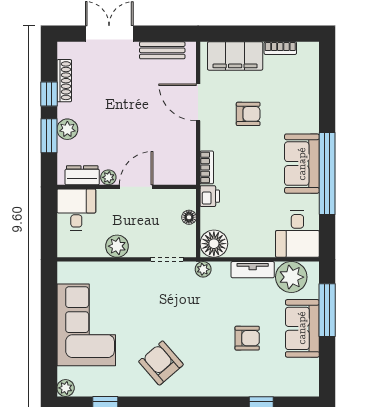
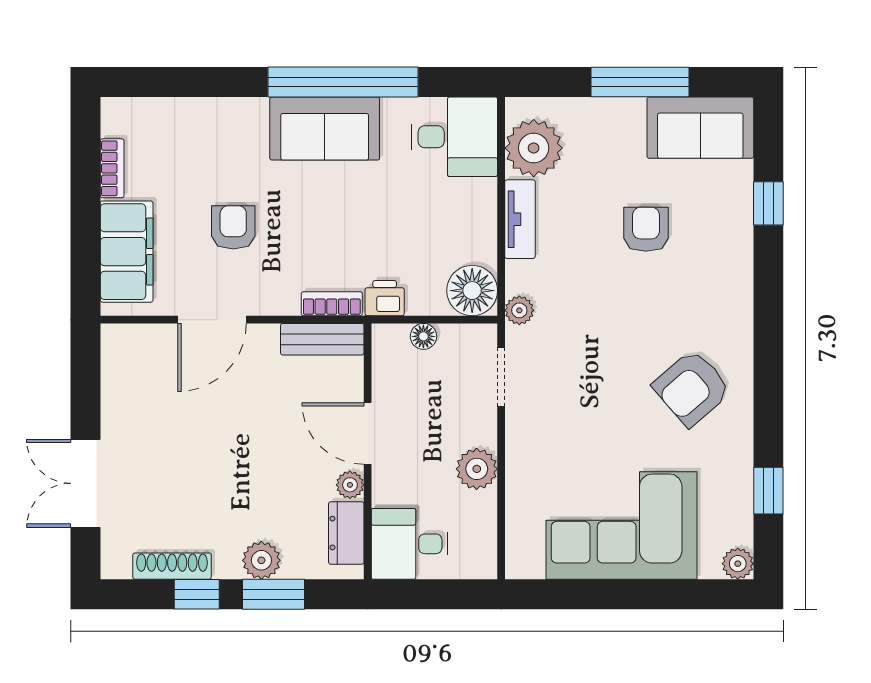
bench: (162, 50) -> (322, 339), moved, turned 90
window: (327, 310) -> (640, 82), moved
sofa: (302, 328) -> (700, 128), moved

